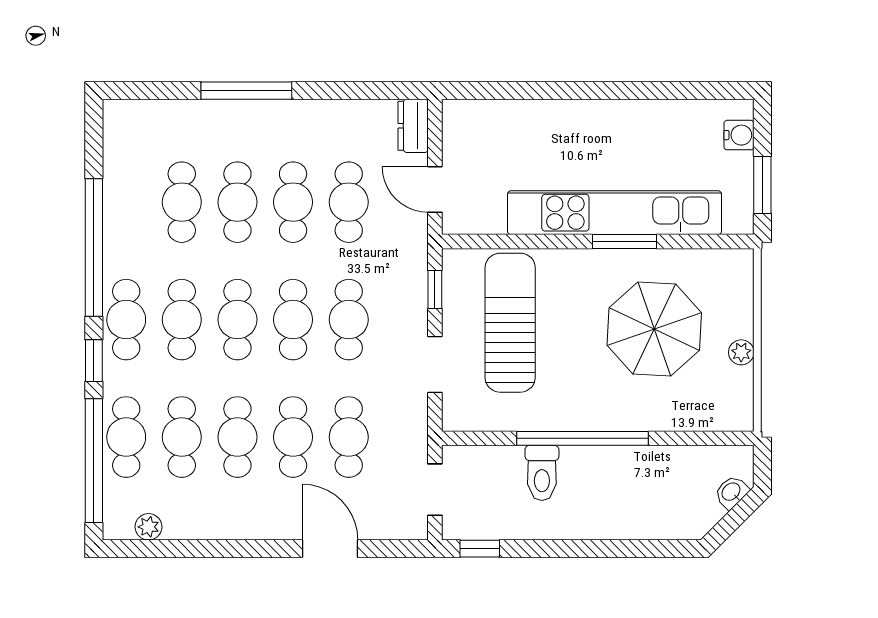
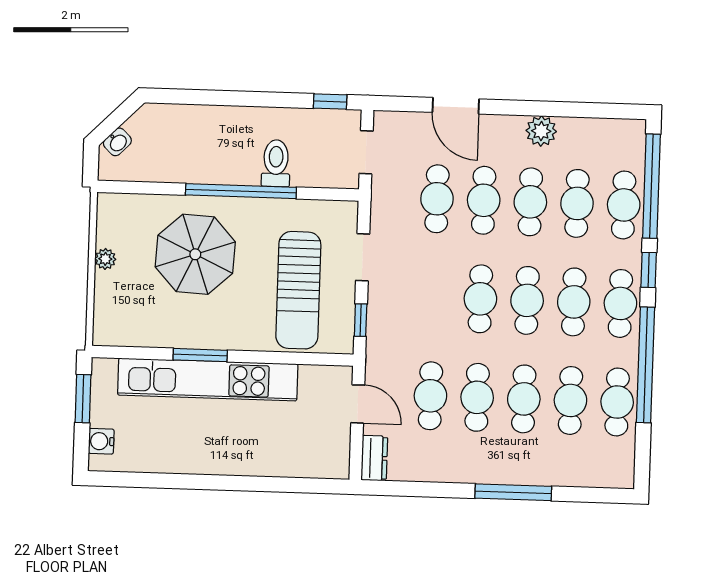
cafe table: (349, 320) -> (617, 402), moved
parasol: (654, 329) -> (195, 254), moved
plant: (148, 527) -> (541, 131), moved, width x1.38, depth x1.38

